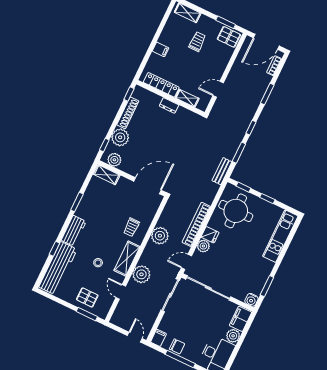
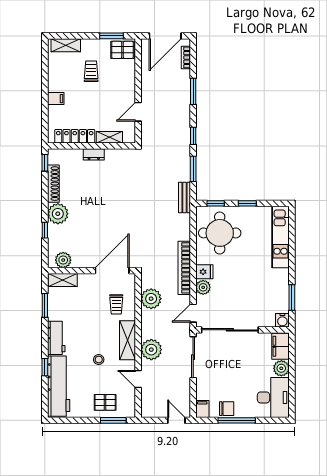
plant: (114, 160) -> (63, 260), moved
shelving: (107, 175) -> (63, 280), moved
wall: (132, 178) -> (91, 271), moved
door: (148, 186) -> (112, 271), moved

